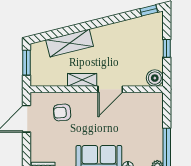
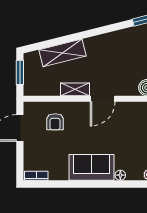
armchair: (62, 112) -> (55, 122), turned -85

